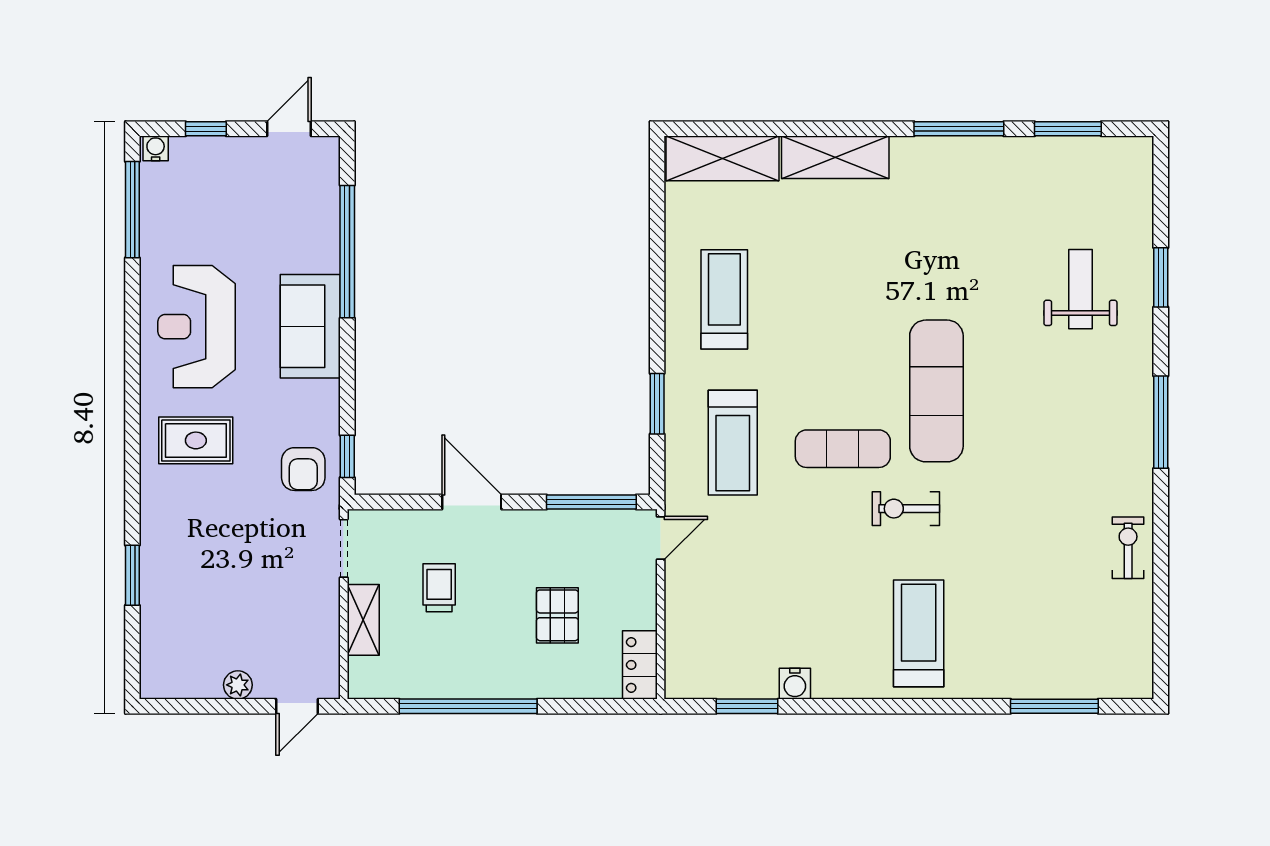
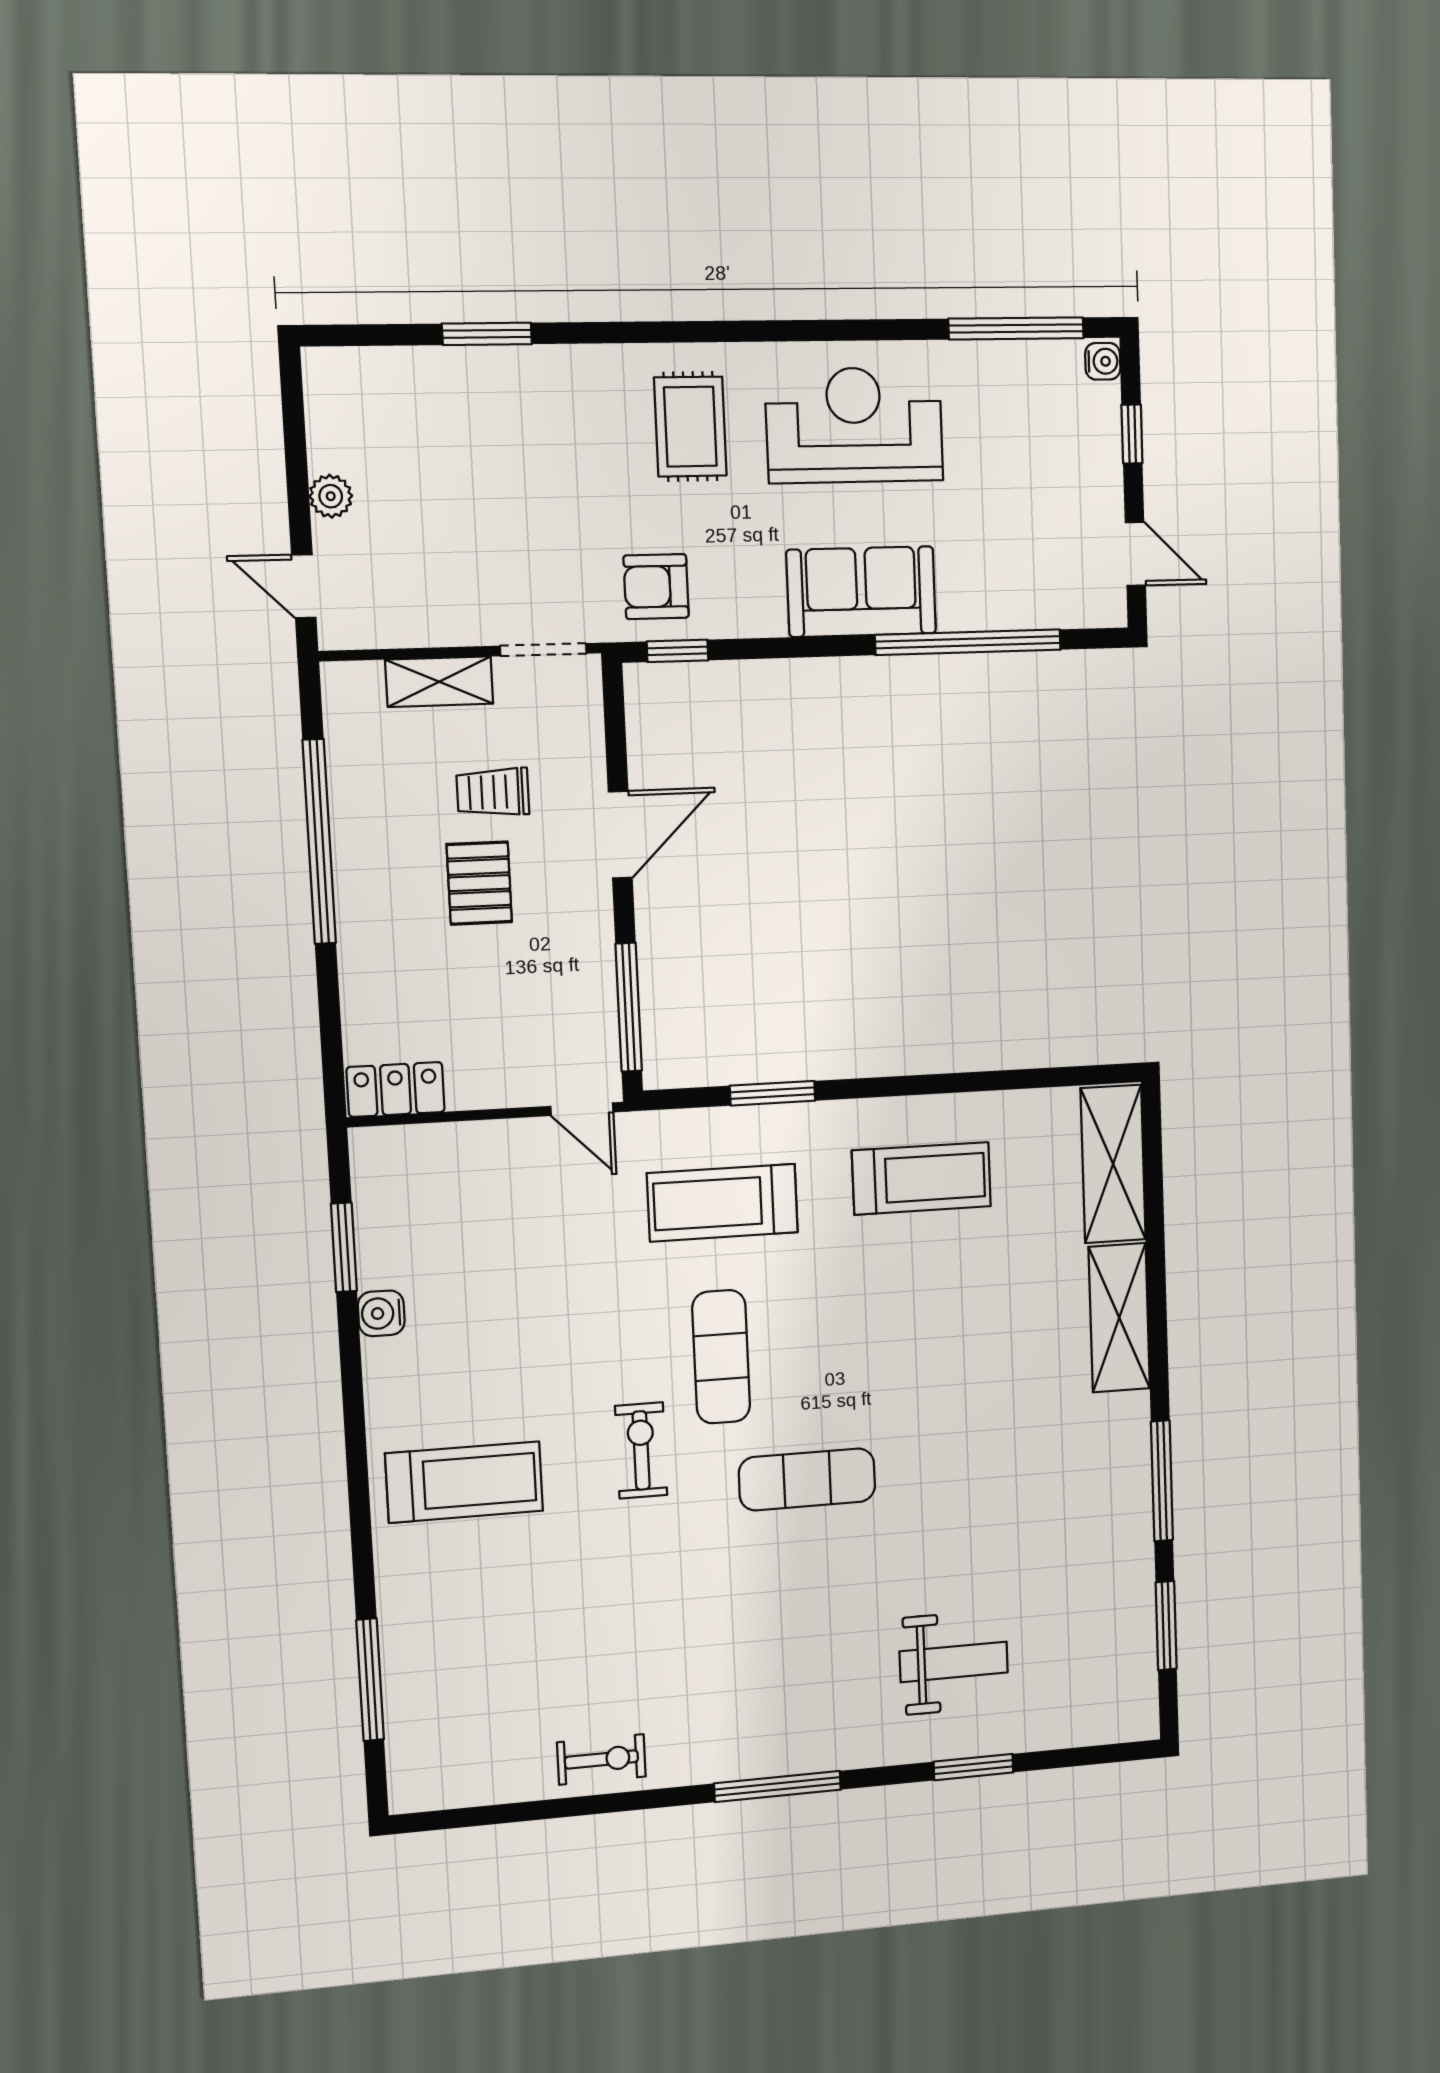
exercise mat: (936, 391) -> (807, 1479), width x0.73, depth x0.69
trolley: (439, 588) -> (493, 792), turned 180
pallet: (557, 615) -> (479, 883), moved, turned 90

